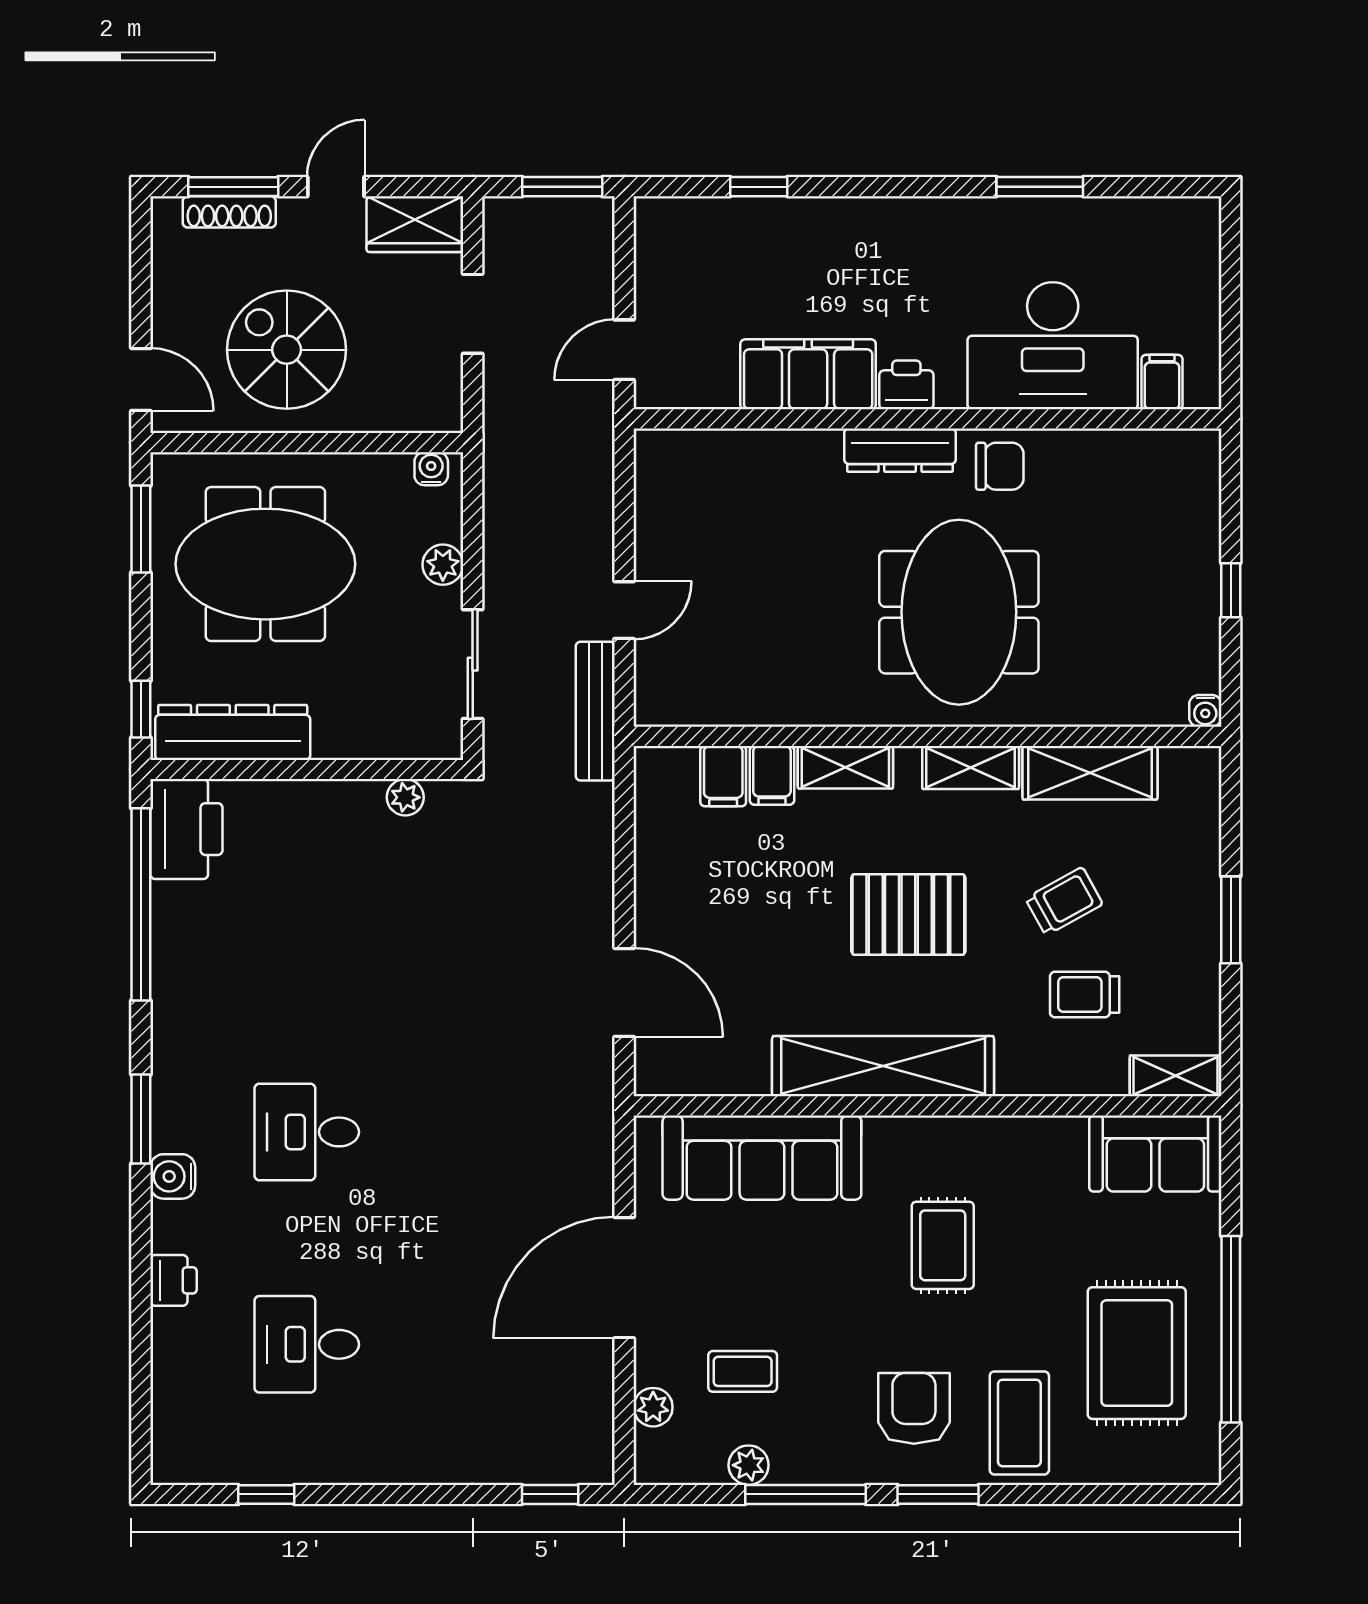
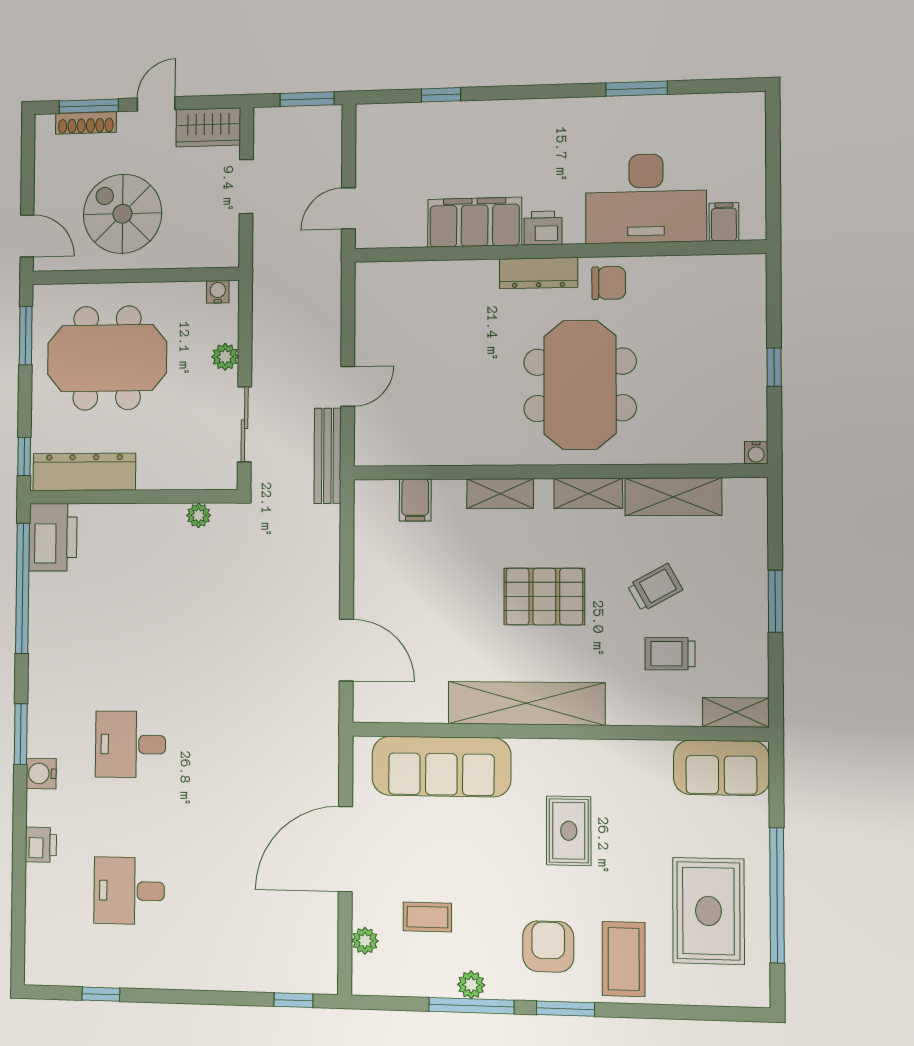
filing cabinet: (772, 775) -> (449, 499), removed
plant: (749, 1465) -> (471, 985), moved

